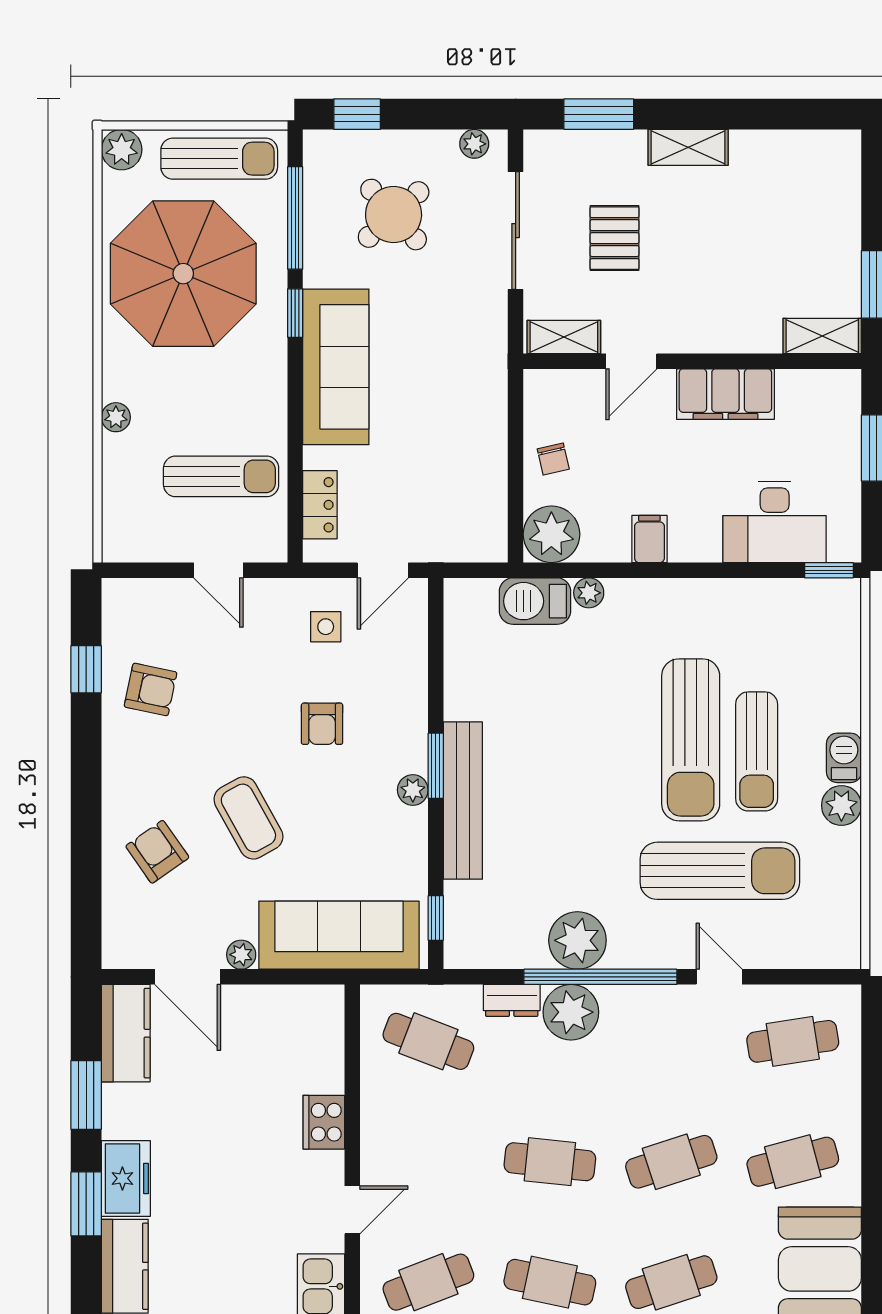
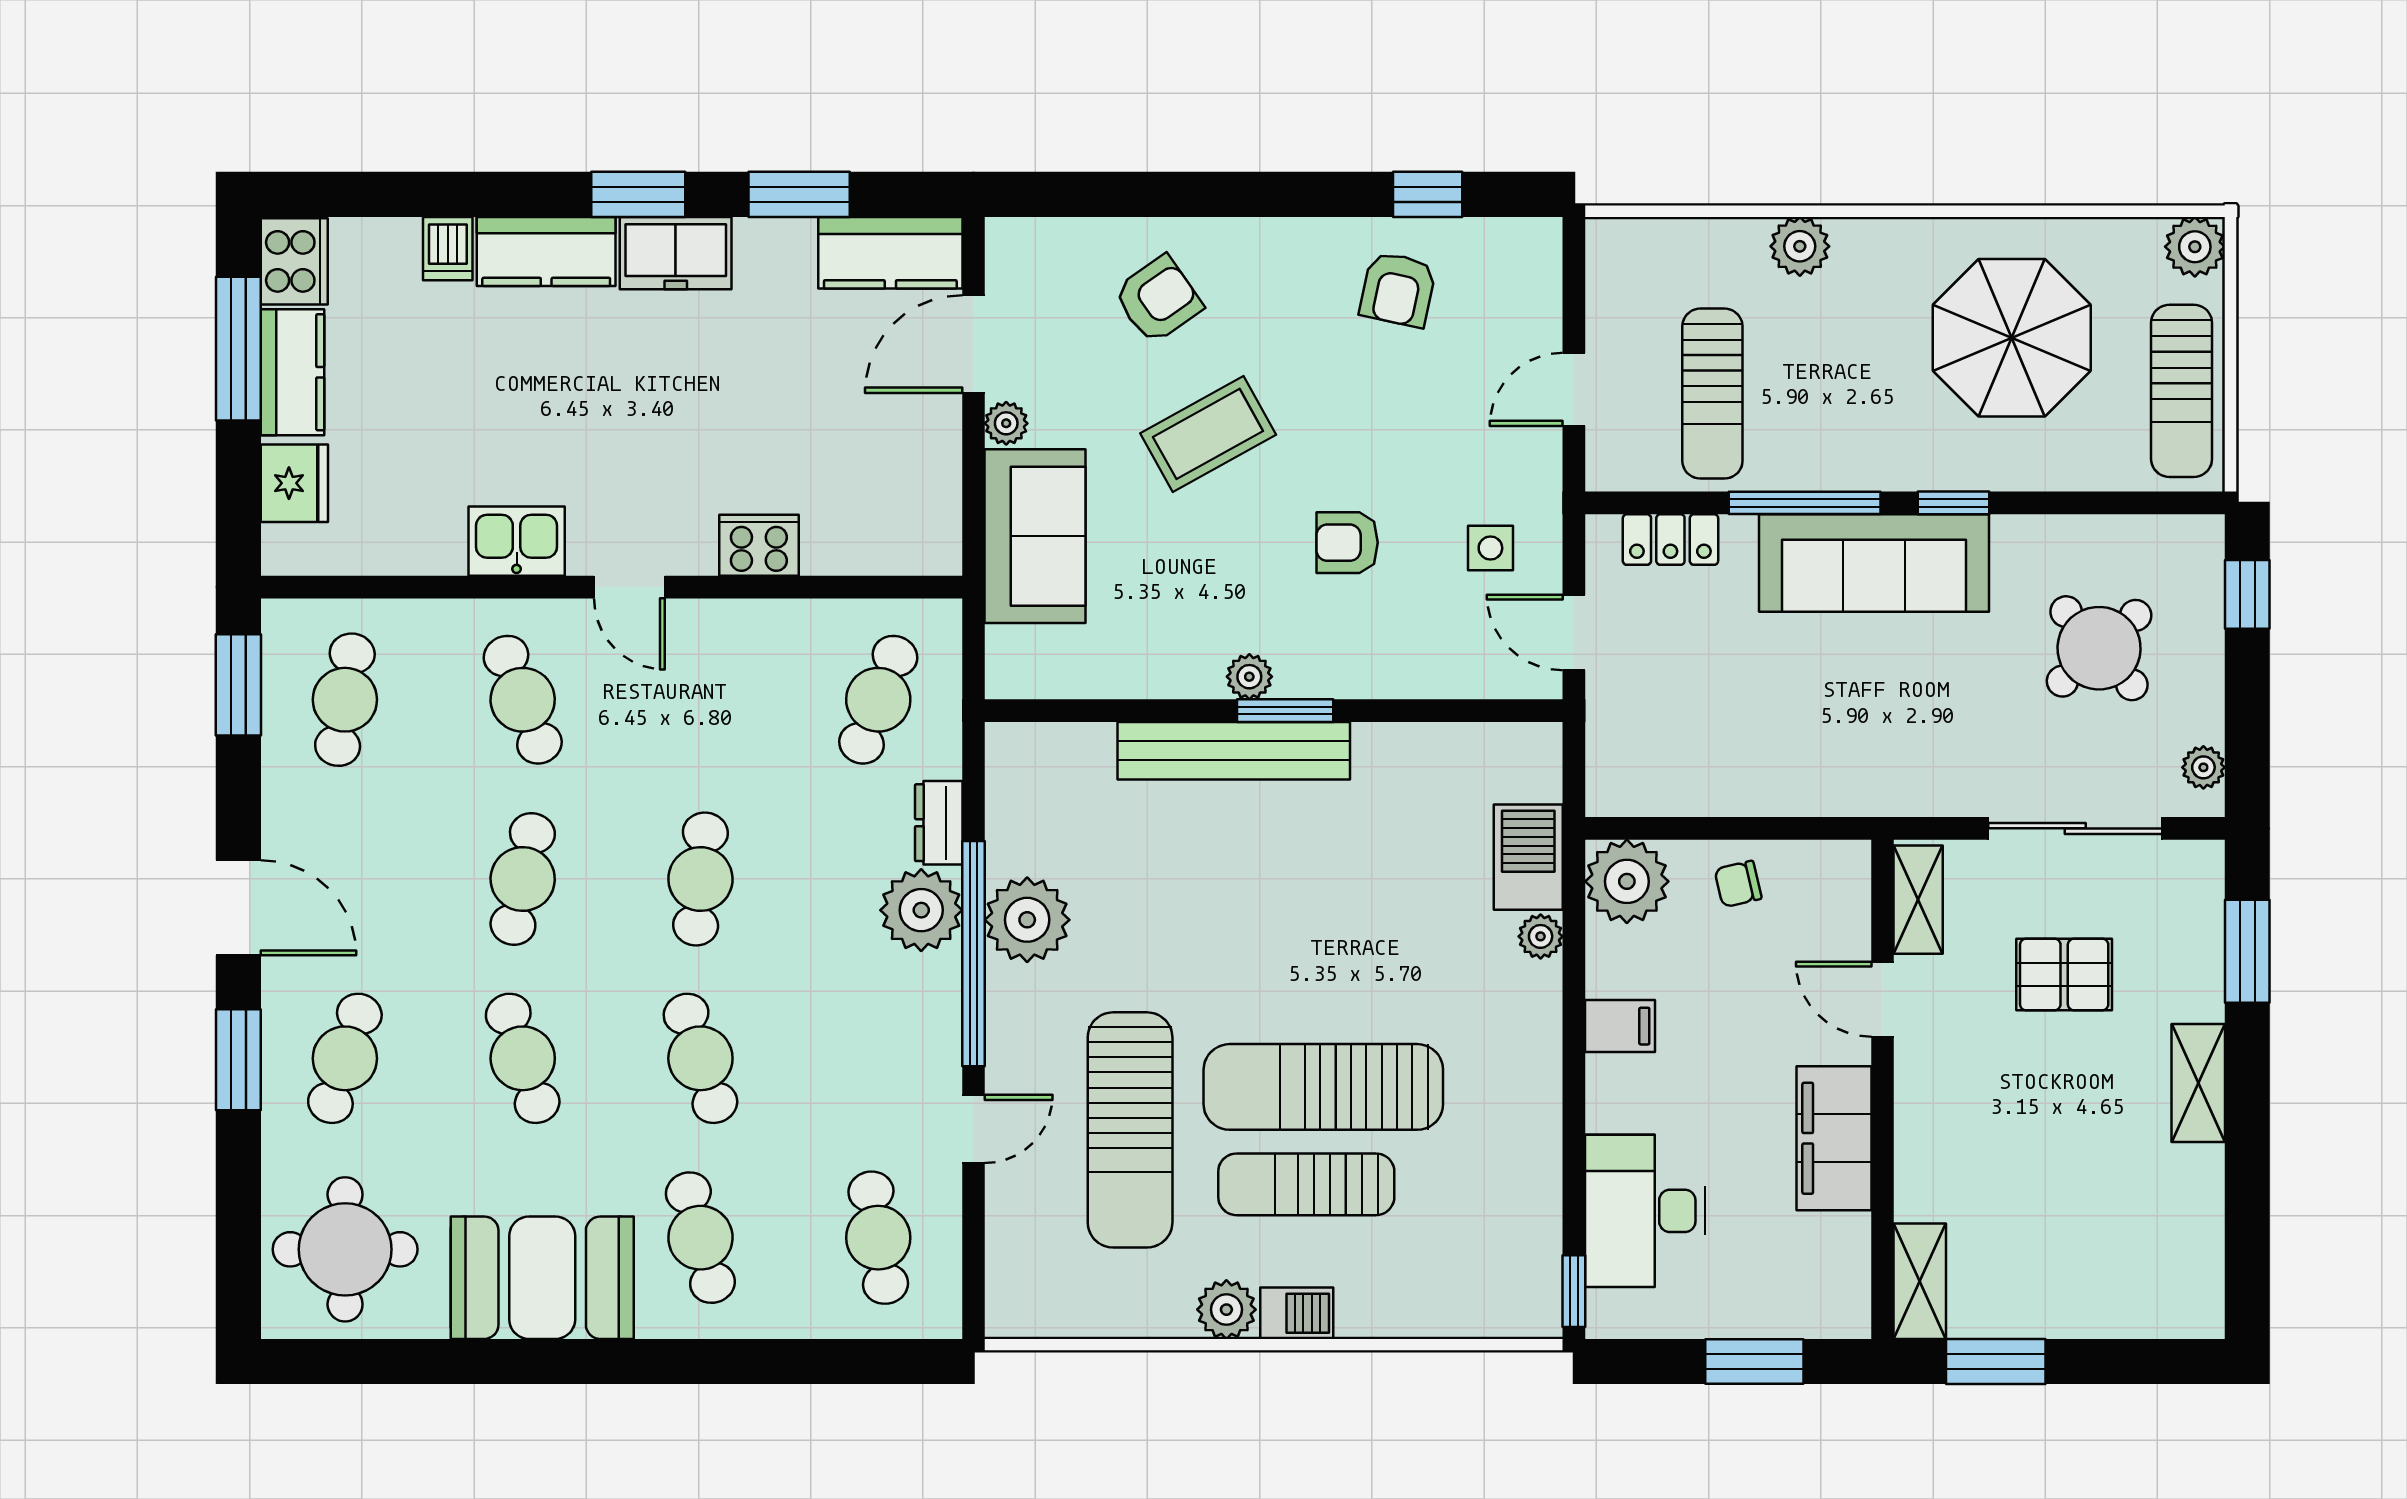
window: (295, 218) -> (1805, 503), moved
parasol: (183, 274) -> (2012, 338), width x0.73, depth x0.73
plant: (116, 417) -> (1800, 246), width x1.38, depth x1.38
window: (436, 918) -> (1060, 711), removed
sofa: (339, 935) -> (1035, 536), width x0.73

